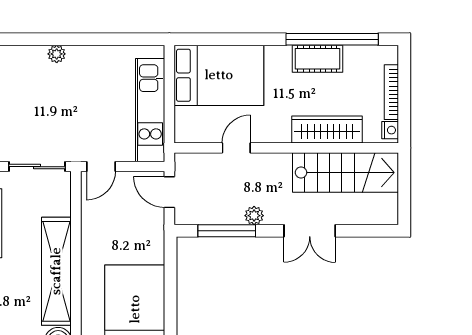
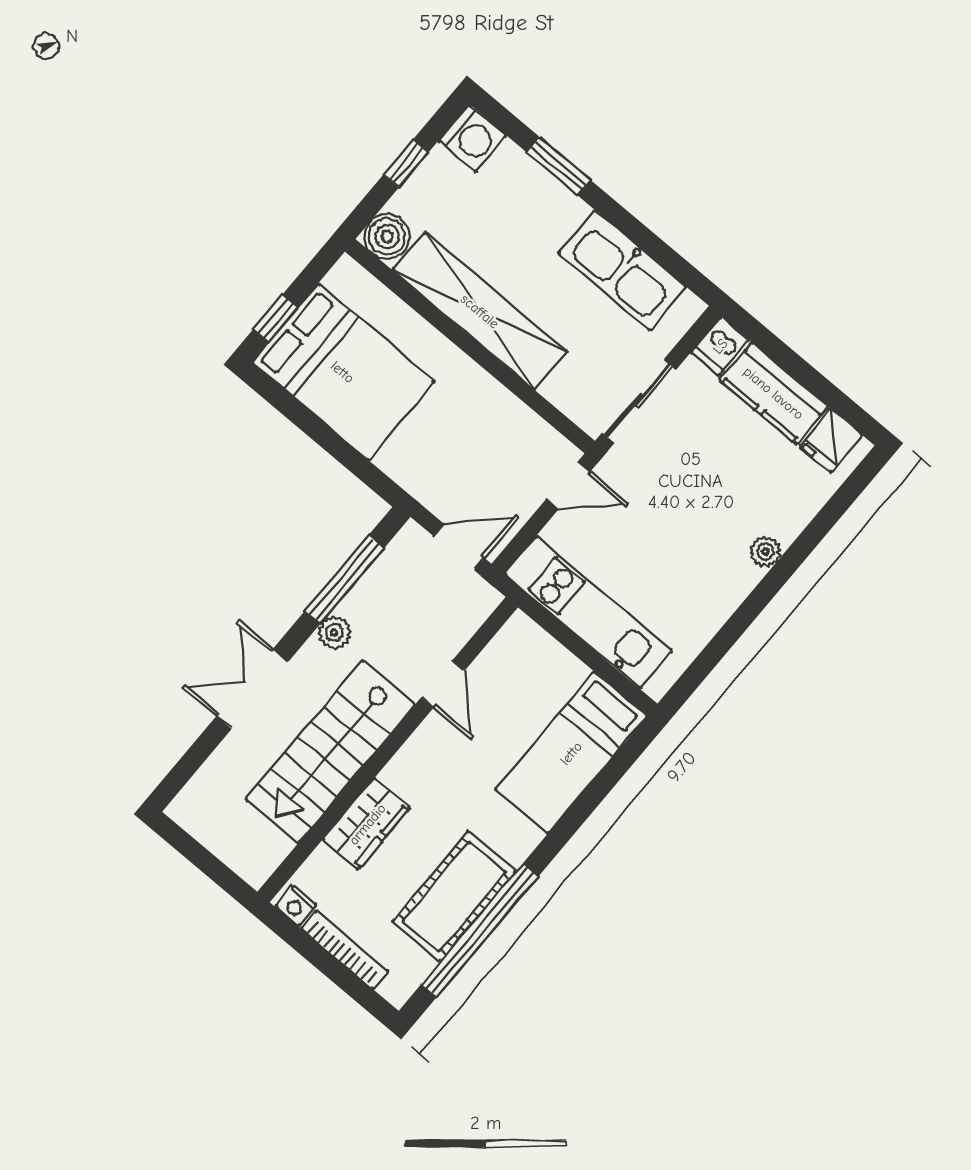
cot: (317, 59) -> (454, 896), width x1.37, depth x1.34
bed: (219, 75) -> (571, 753), width x0.67
wardrobe: (327, 130) -> (367, 824), width x0.67
door: (101, 167) -> (568, 485), swing flipped
stairs: (345, 173) -> (330, 752), moved

